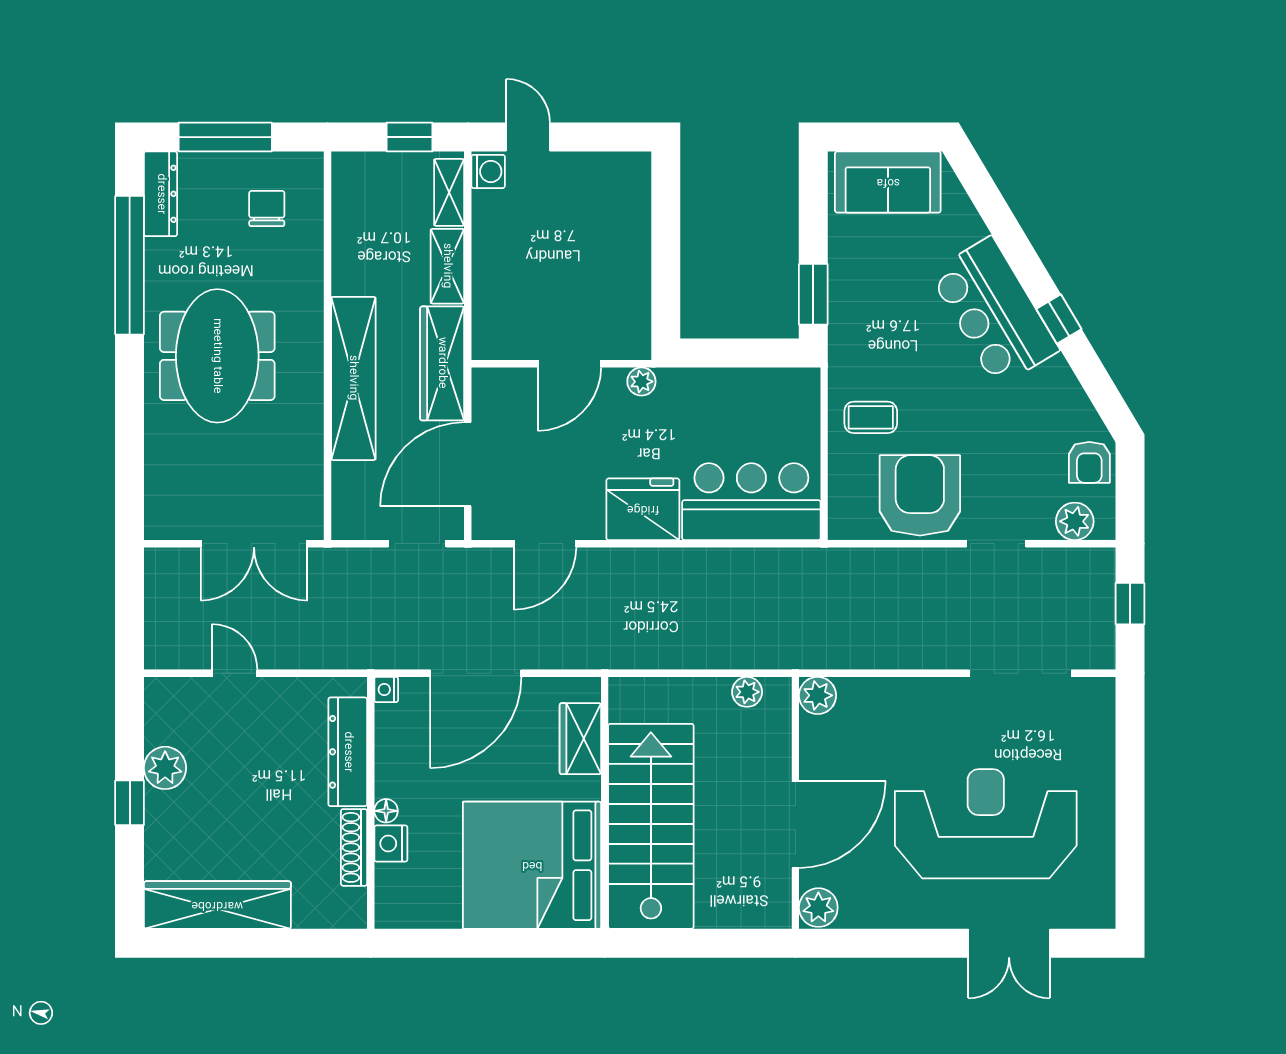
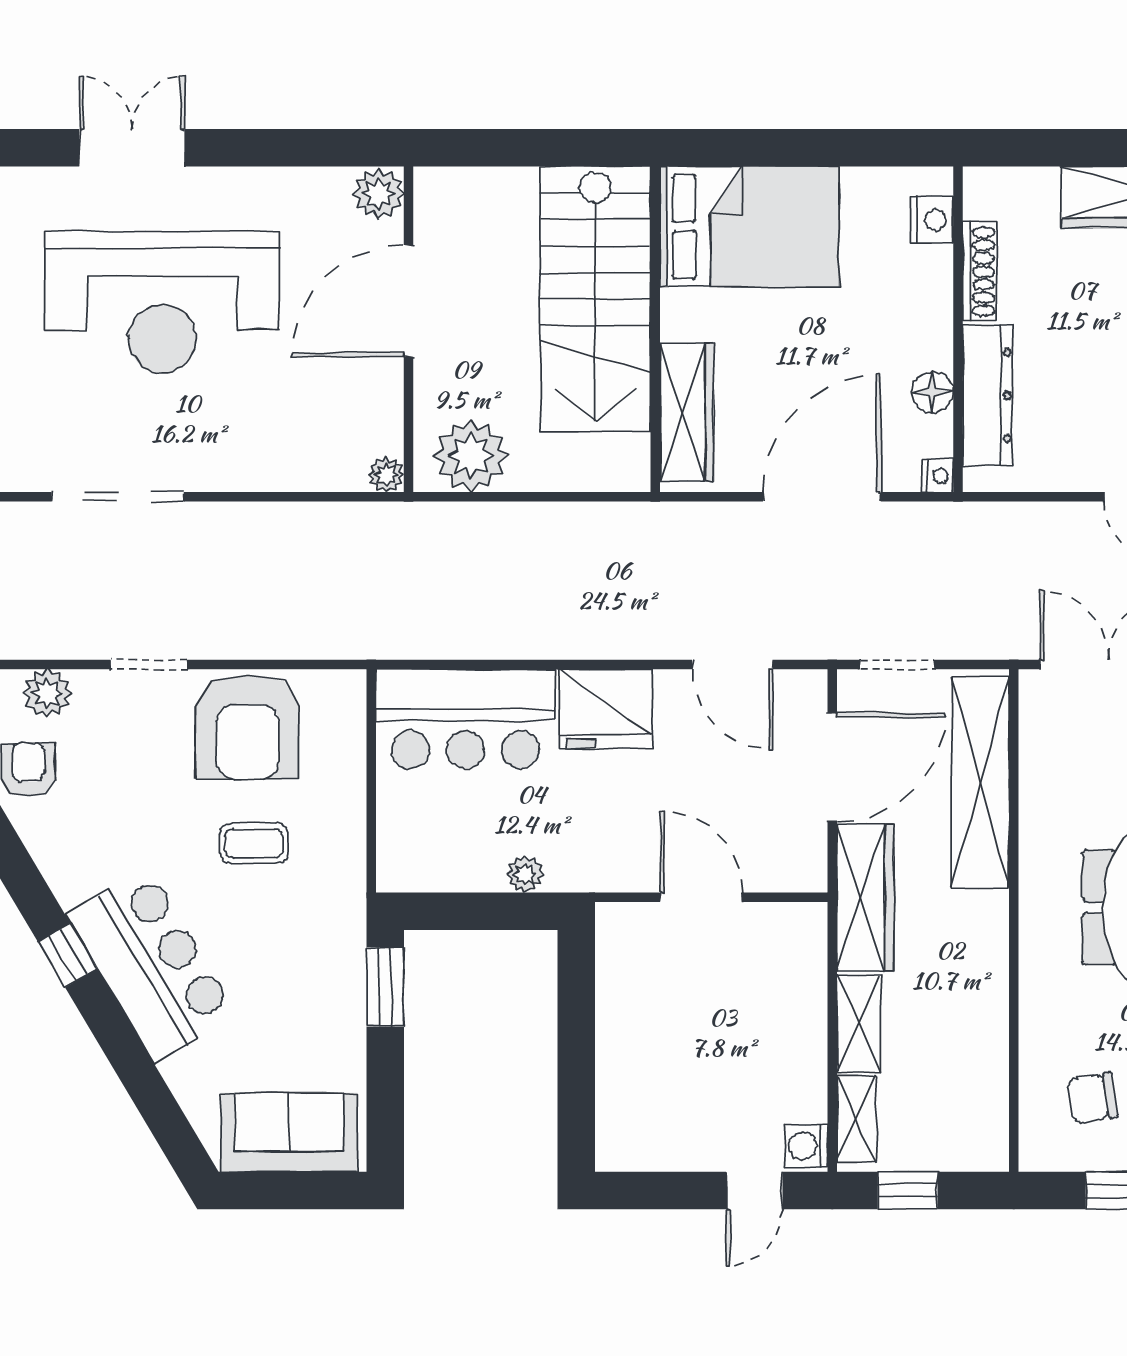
door: (528, 137) -> (754, 1190), hinge flipped
chair: (267, 209) -> (1092, 1098), turned 81
door: (569, 364) -> (701, 897), hinge flipped
shelving: (353, 378) -> (980, 782), moved
plant: (641, 382) -> (525, 874), moved
coffee table: (871, 417) -> (254, 843), moved
door: (545, 544) -> (732, 664), swing flipped
plant: (747, 692) -> (471, 456), width x1.88, depth x1.88
plant: (818, 695) -> (386, 475), width x0.73, depth x0.73
wardrobe: (580, 739) -> (687, 412), width x1.50
floor lamp: (386, 811) -> (932, 392), moved, width x1.37, depth x1.37
nightstand: (391, 843) -> (932, 220), moved
bed: (532, 865) -> (749, 227), width x0.73

